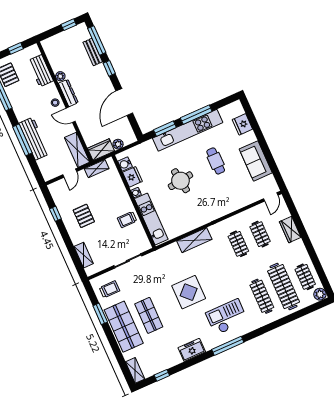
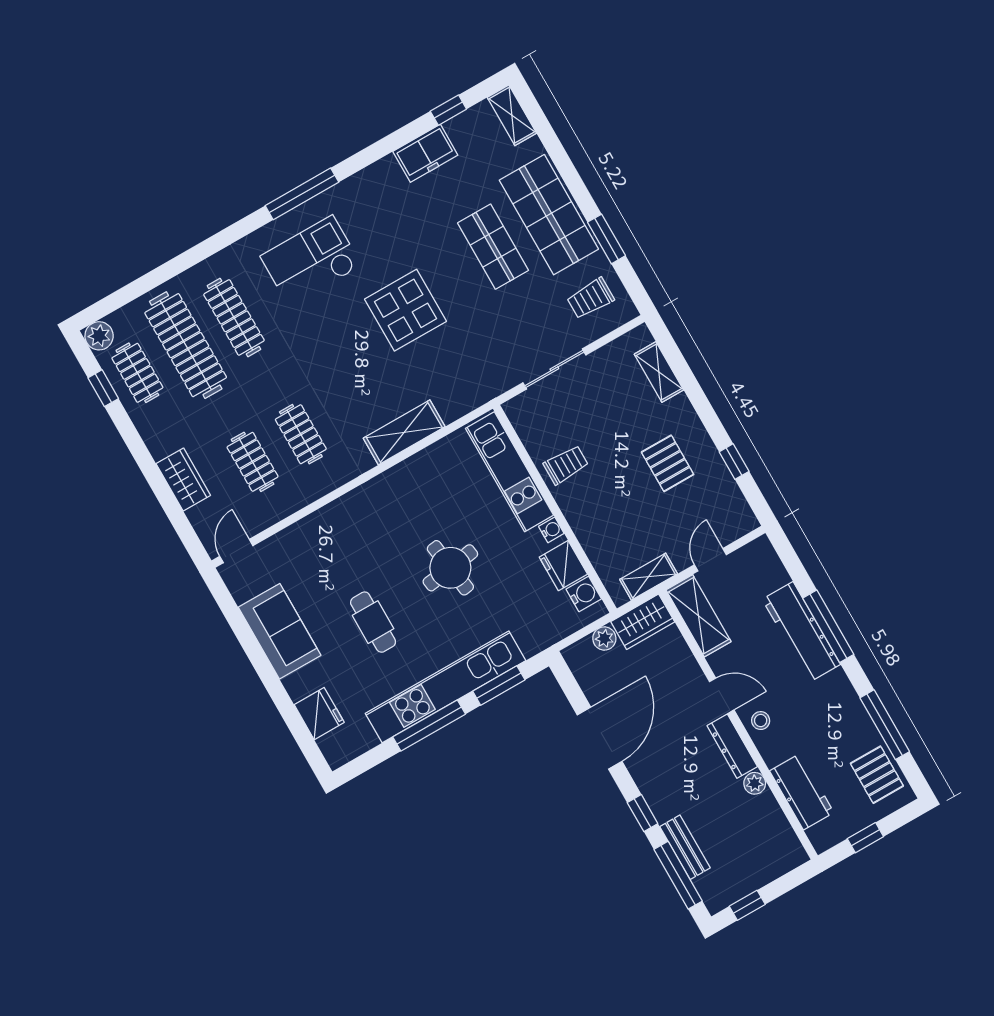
window: (320, 272) -> (103, 388), added
checkout: (227, 317) -> (311, 261), turned 180
freezer: (192, 350) -> (425, 153), moved

